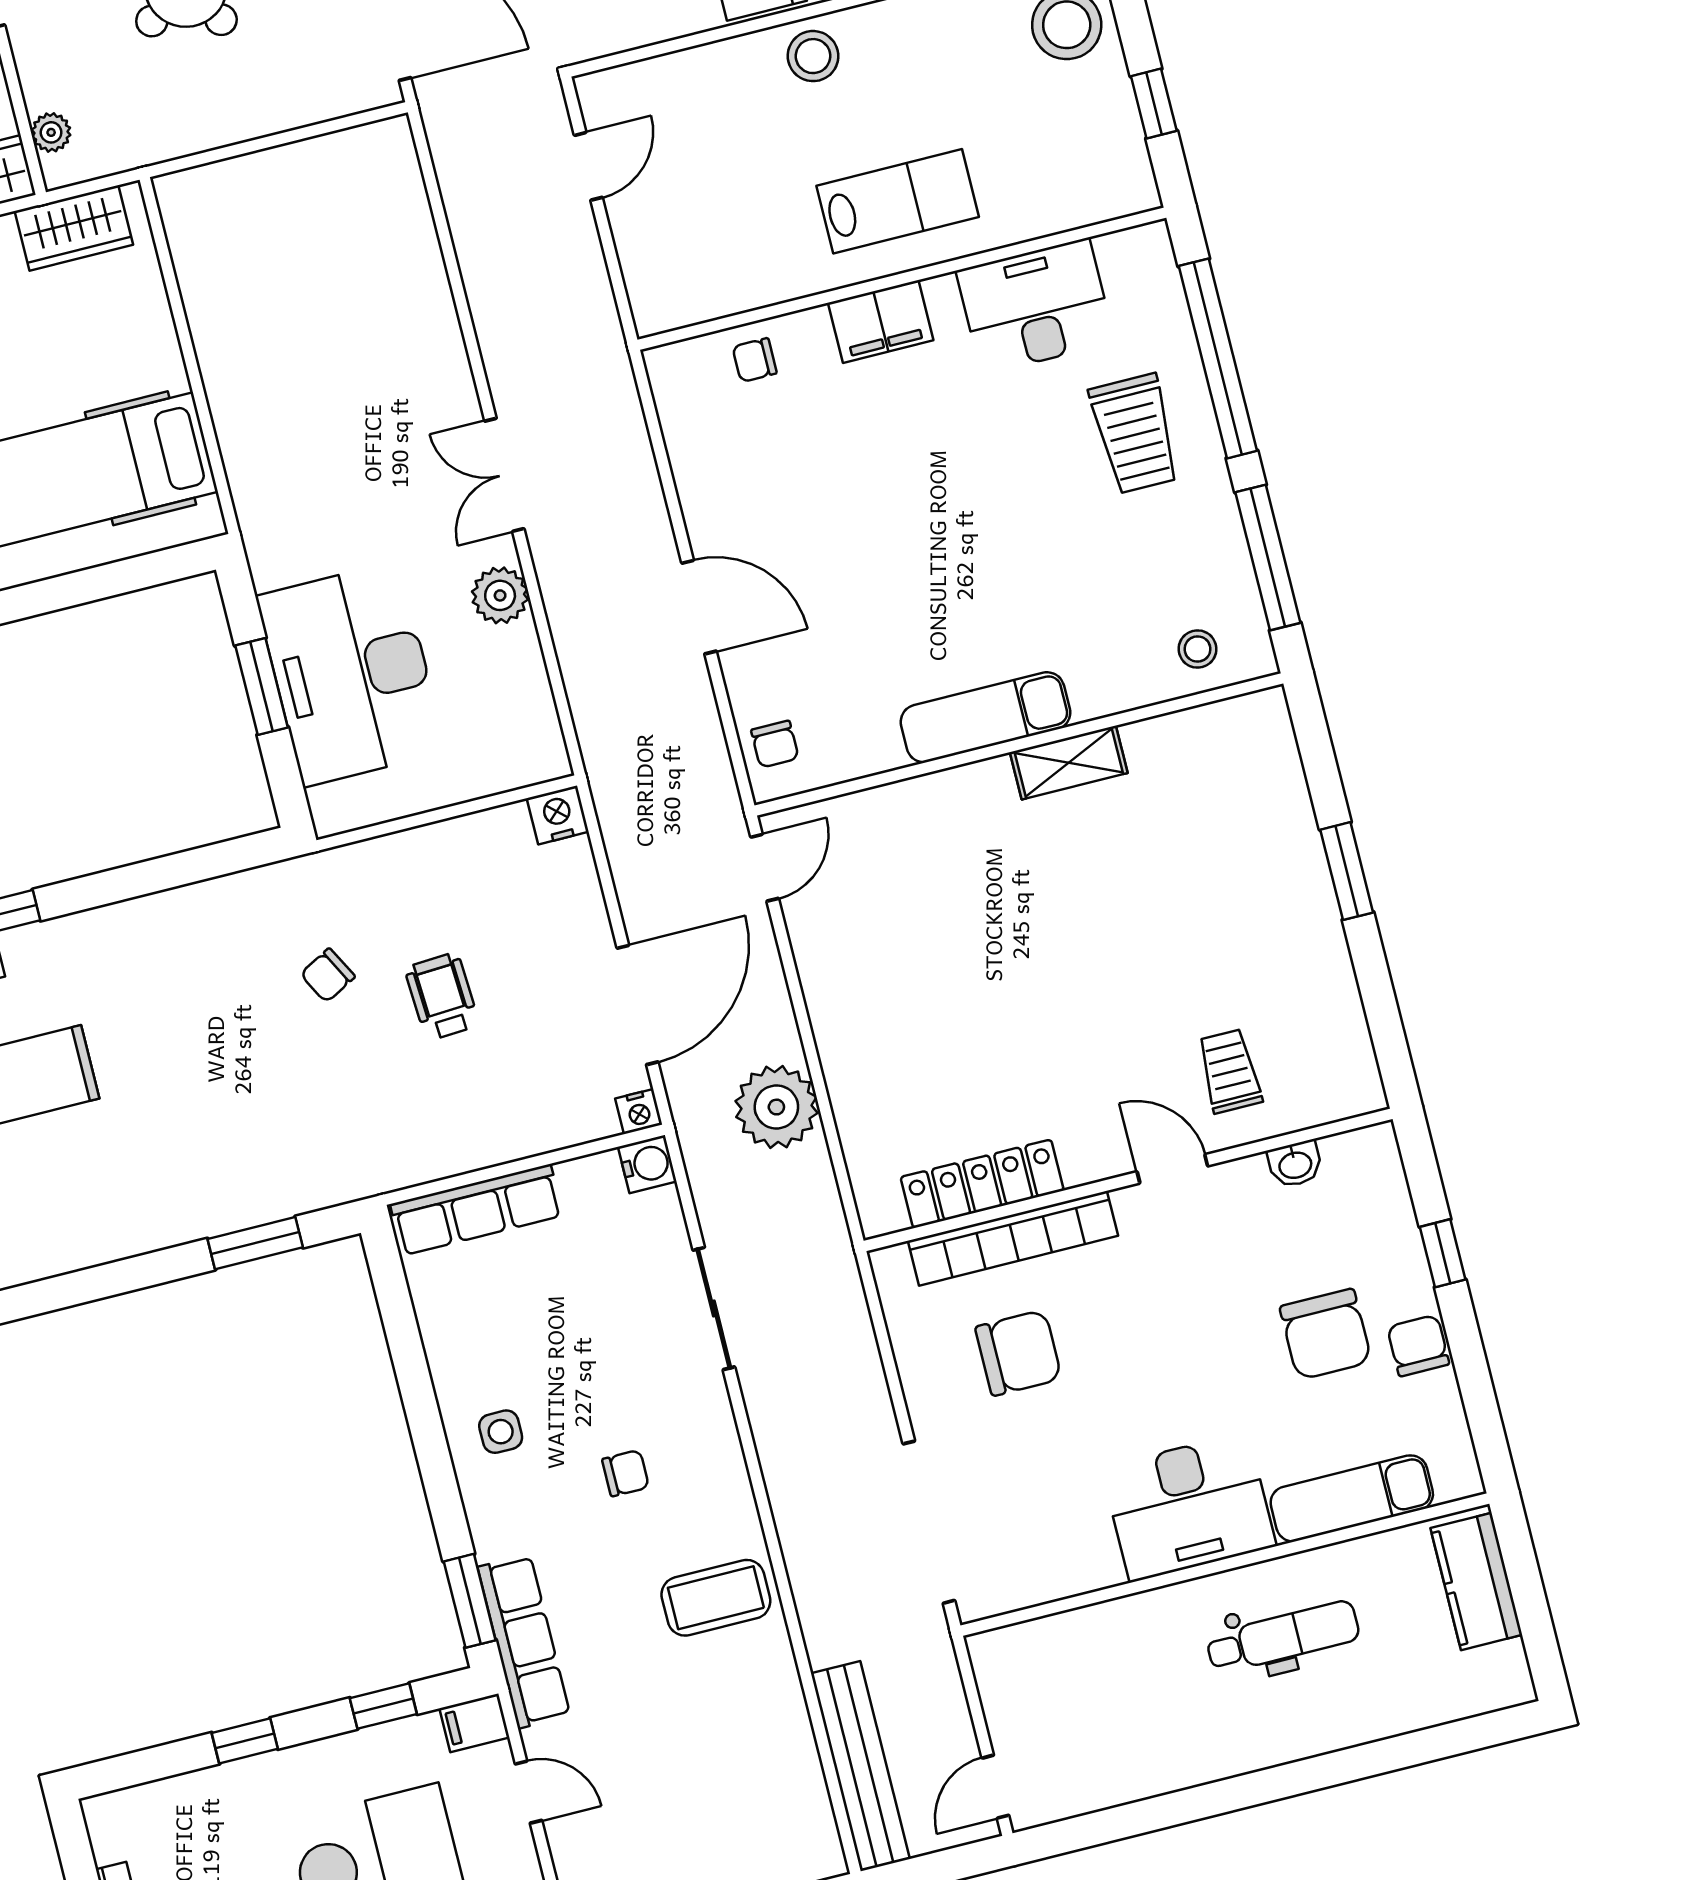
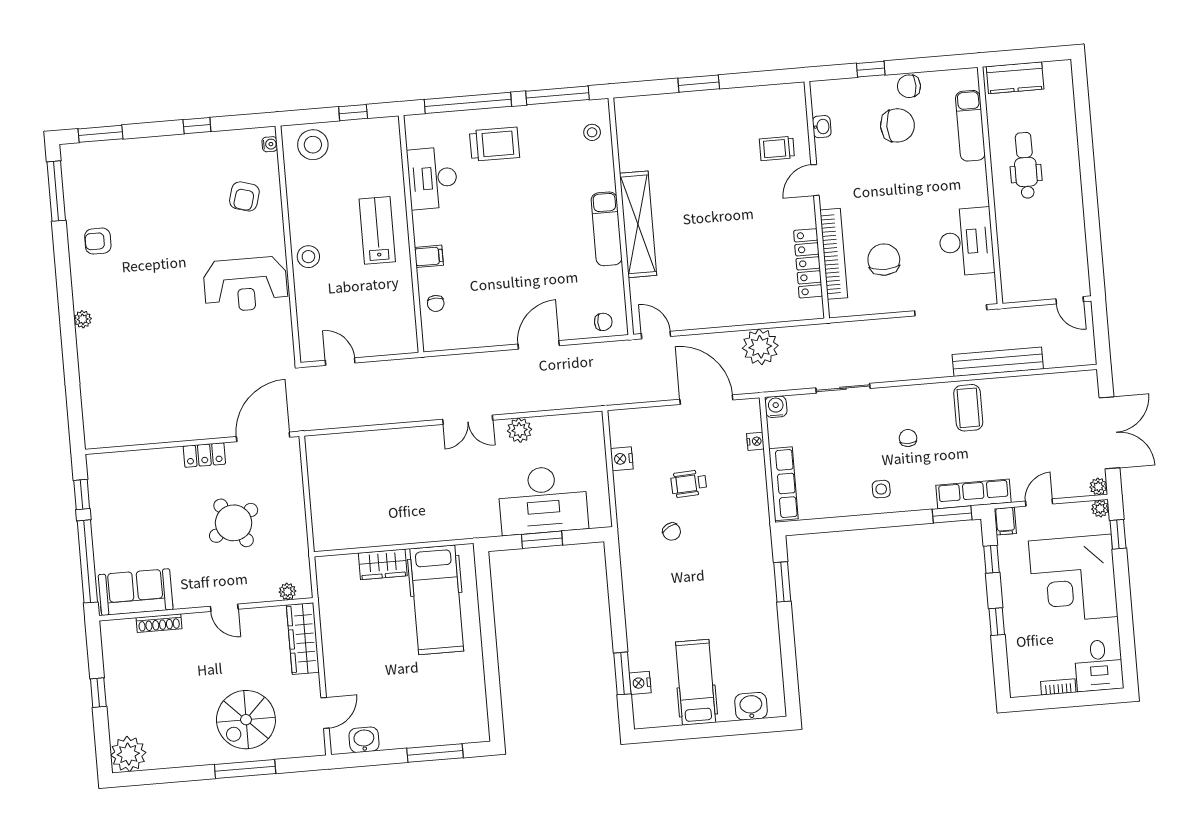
wardrobe: (74, 228) -> (383, 564), moved, turned 90
filing cabinet: (881, 322) -> (429, 256), width x0.50
shelving: (1069, 763) -> (638, 224), width x2.20, depth x1.33
nightstand: (558, 815) -> (622, 459), moved
nightstand: (639, 1112) -> (755, 441), moved
desk: (1189, 1507) -> (966, 242), moved
bench: (860, 1766) -> (998, 362), moved

